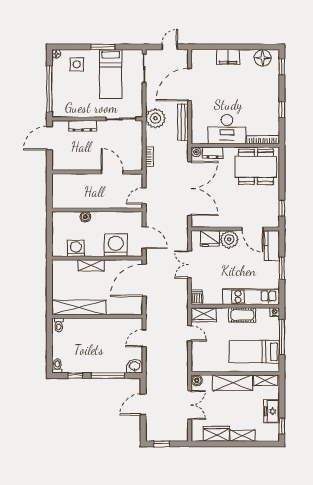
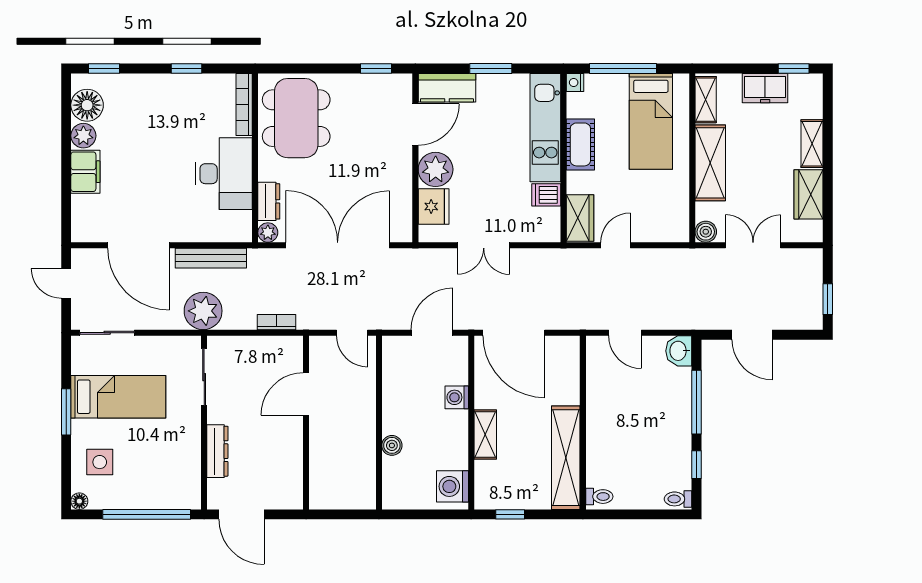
plant: (247, 56) -> (83, 136), added
washing machine: (116, 245) -> (457, 397), width x0.53, depth x0.53
washing machine: (76, 248) -> (452, 486), moved
window: (49, 278) -> (510, 514), added
dishwasher: (197, 297) -> (546, 195), moved

